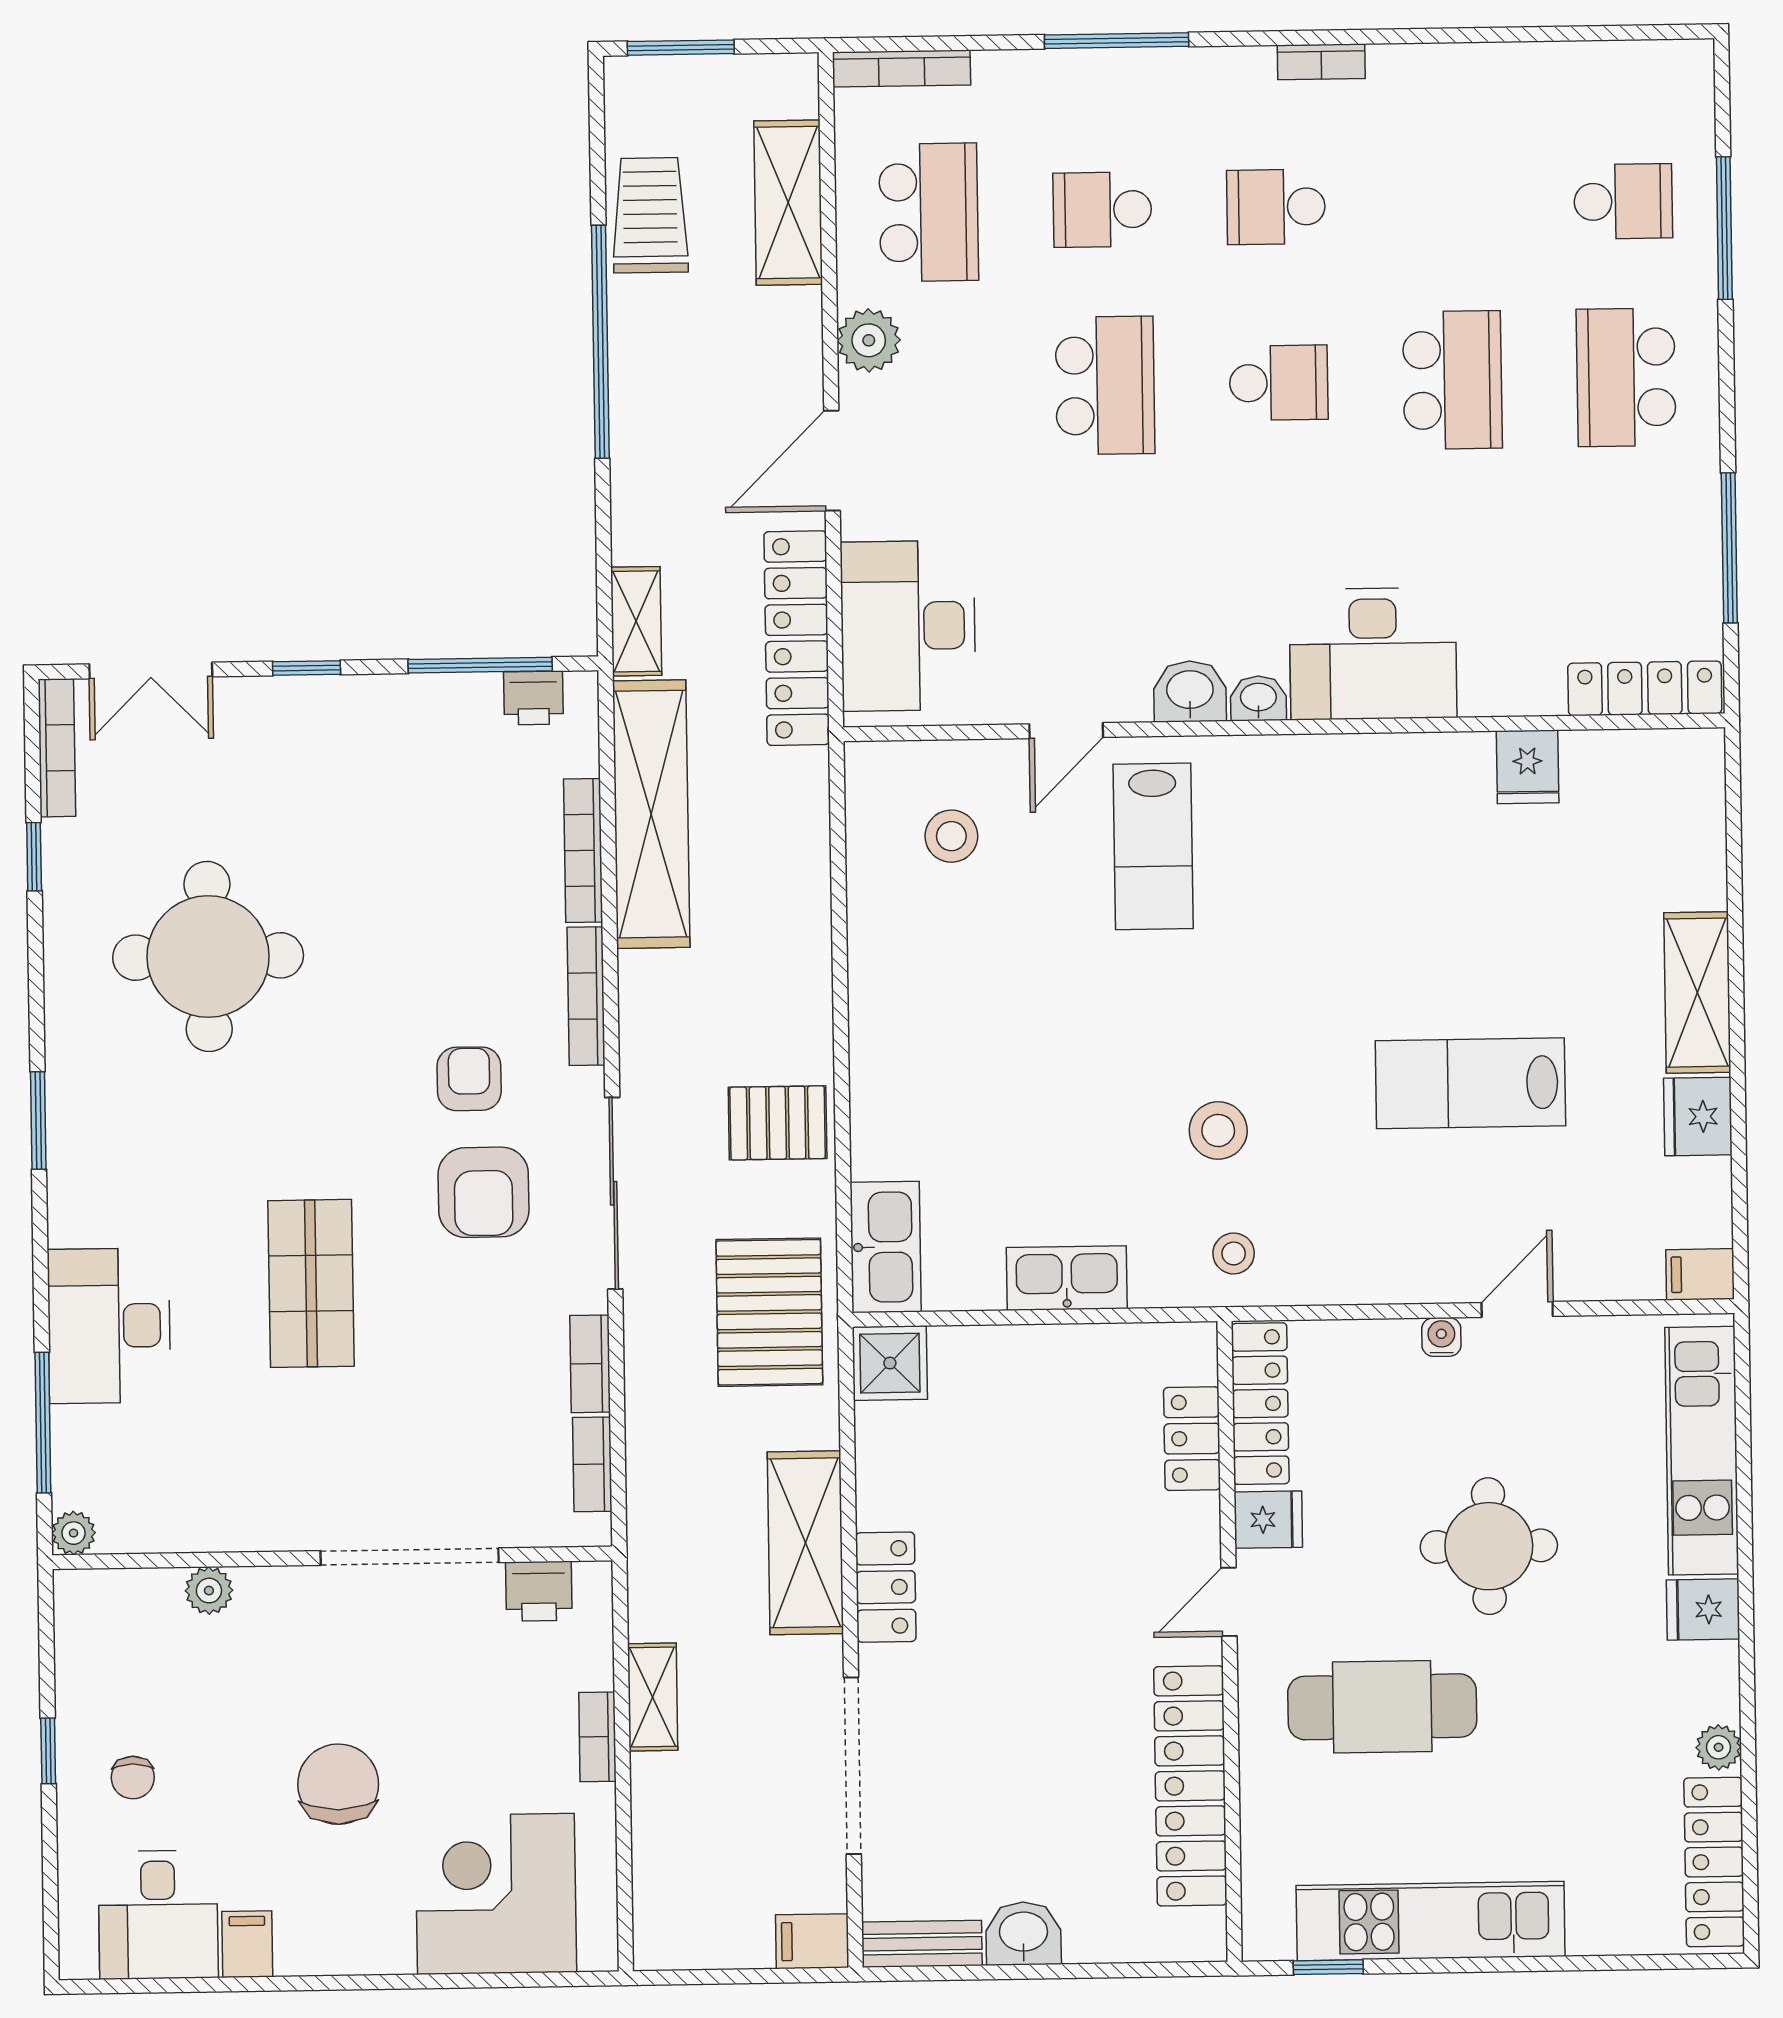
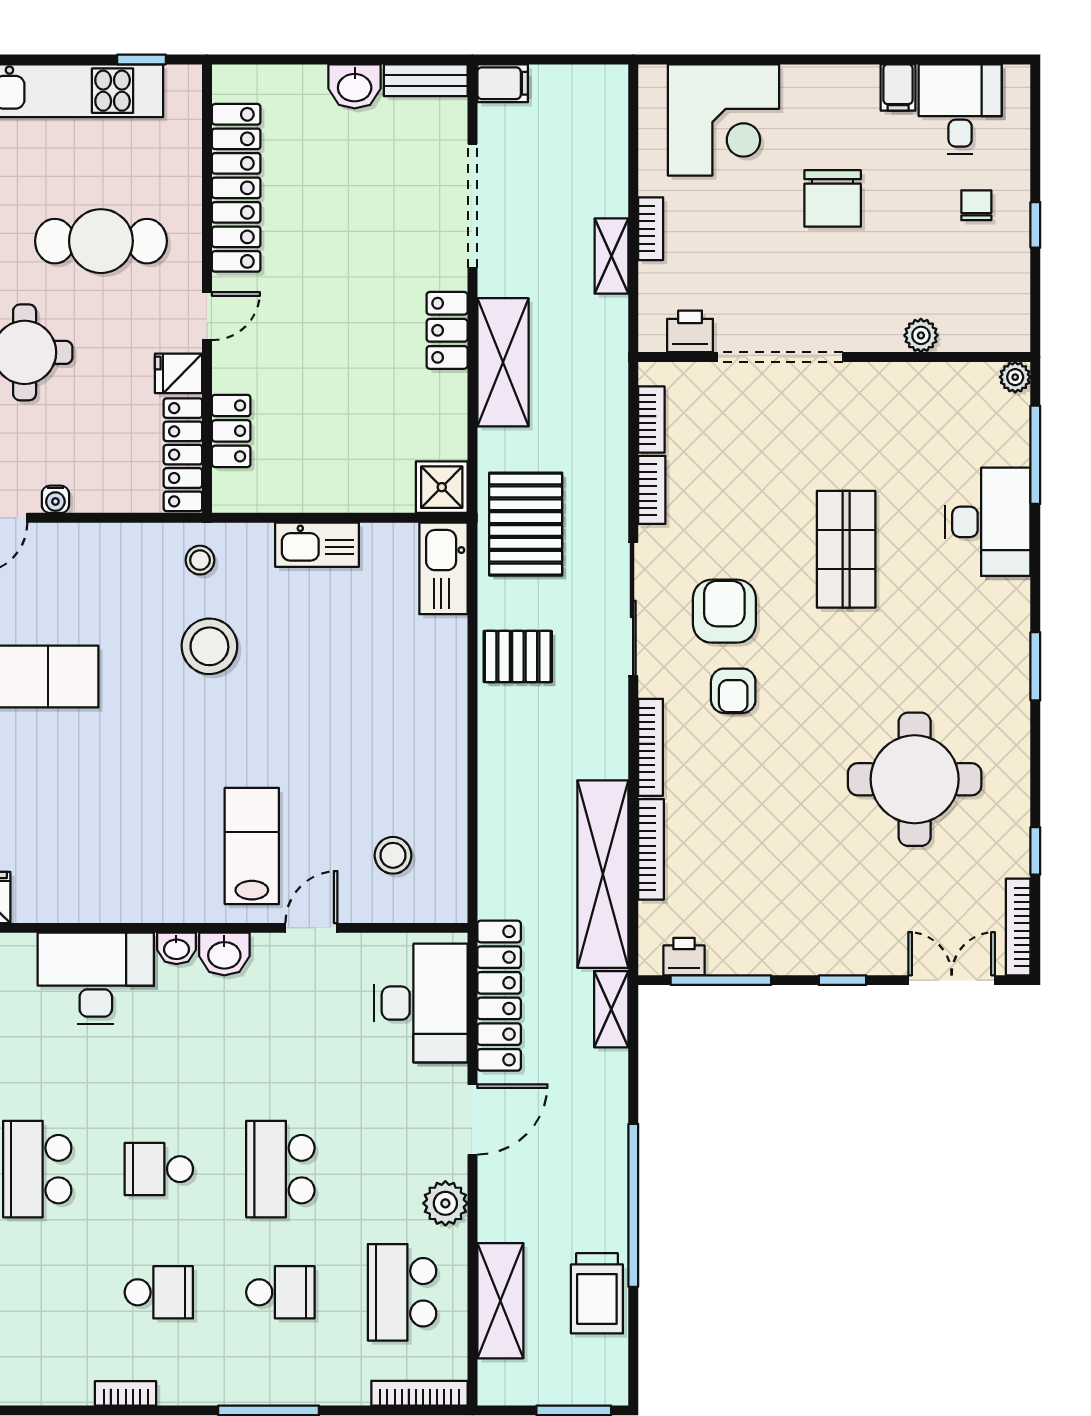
stool: (1218, 1130) -> (209, 646), width x1.38, depth x1.38

